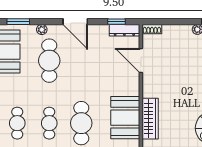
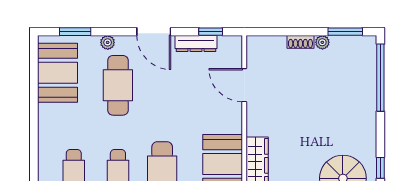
shoe rack: (152, 29) -> (300, 42), moved
dresser: (124, 30) -> (196, 43), moved

